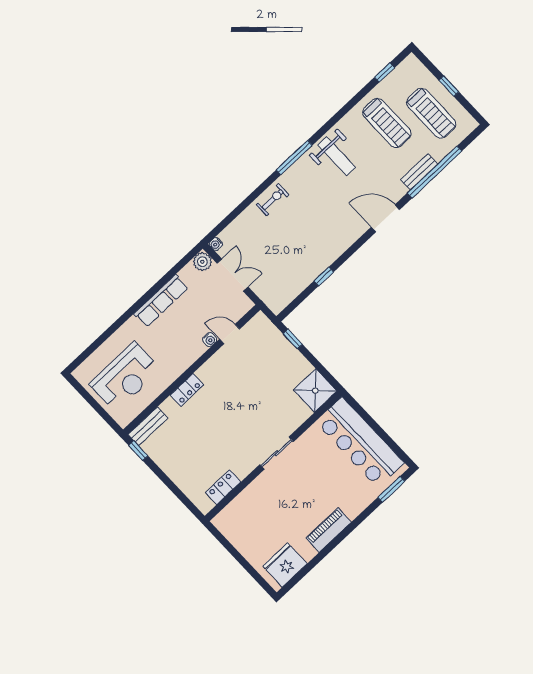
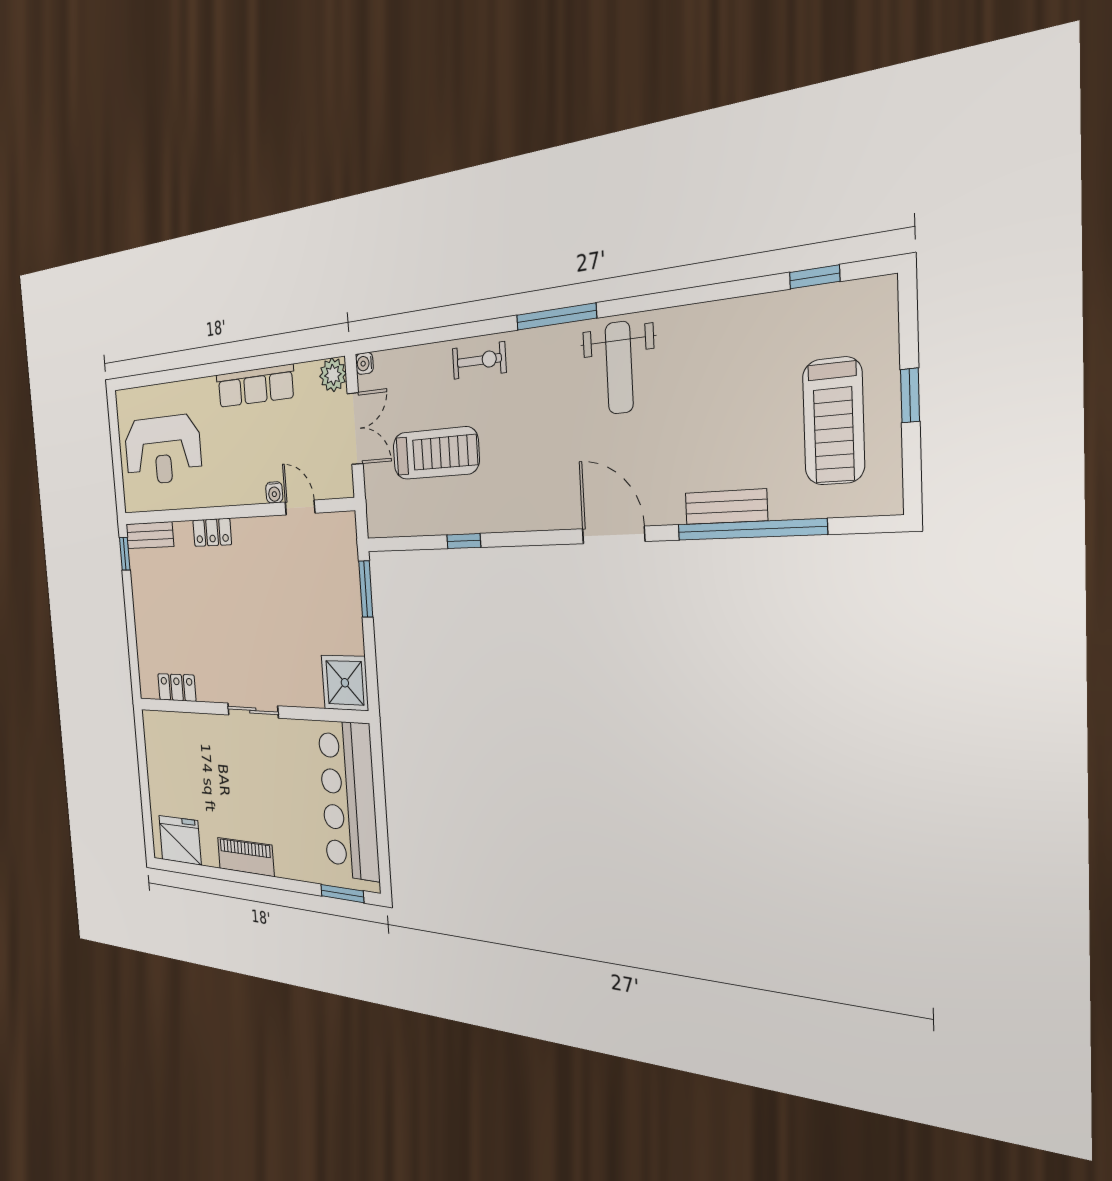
treadmill: (387, 123) -> (436, 453), moved, turned -90
window: (293, 339) -> (366, 589), width x1.50

